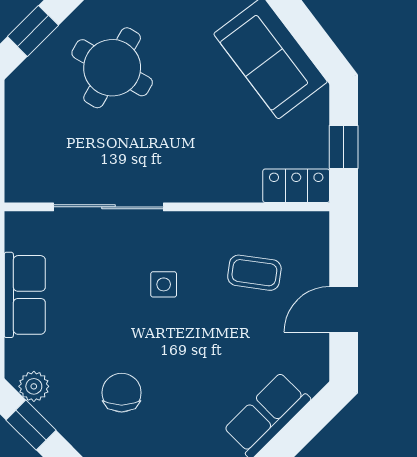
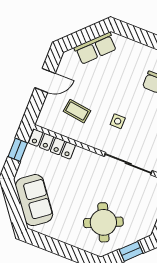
round table: (112, 68) -> (103, 222), turned 36
locker: (296, 186) -> (52, 144), width x1.53

